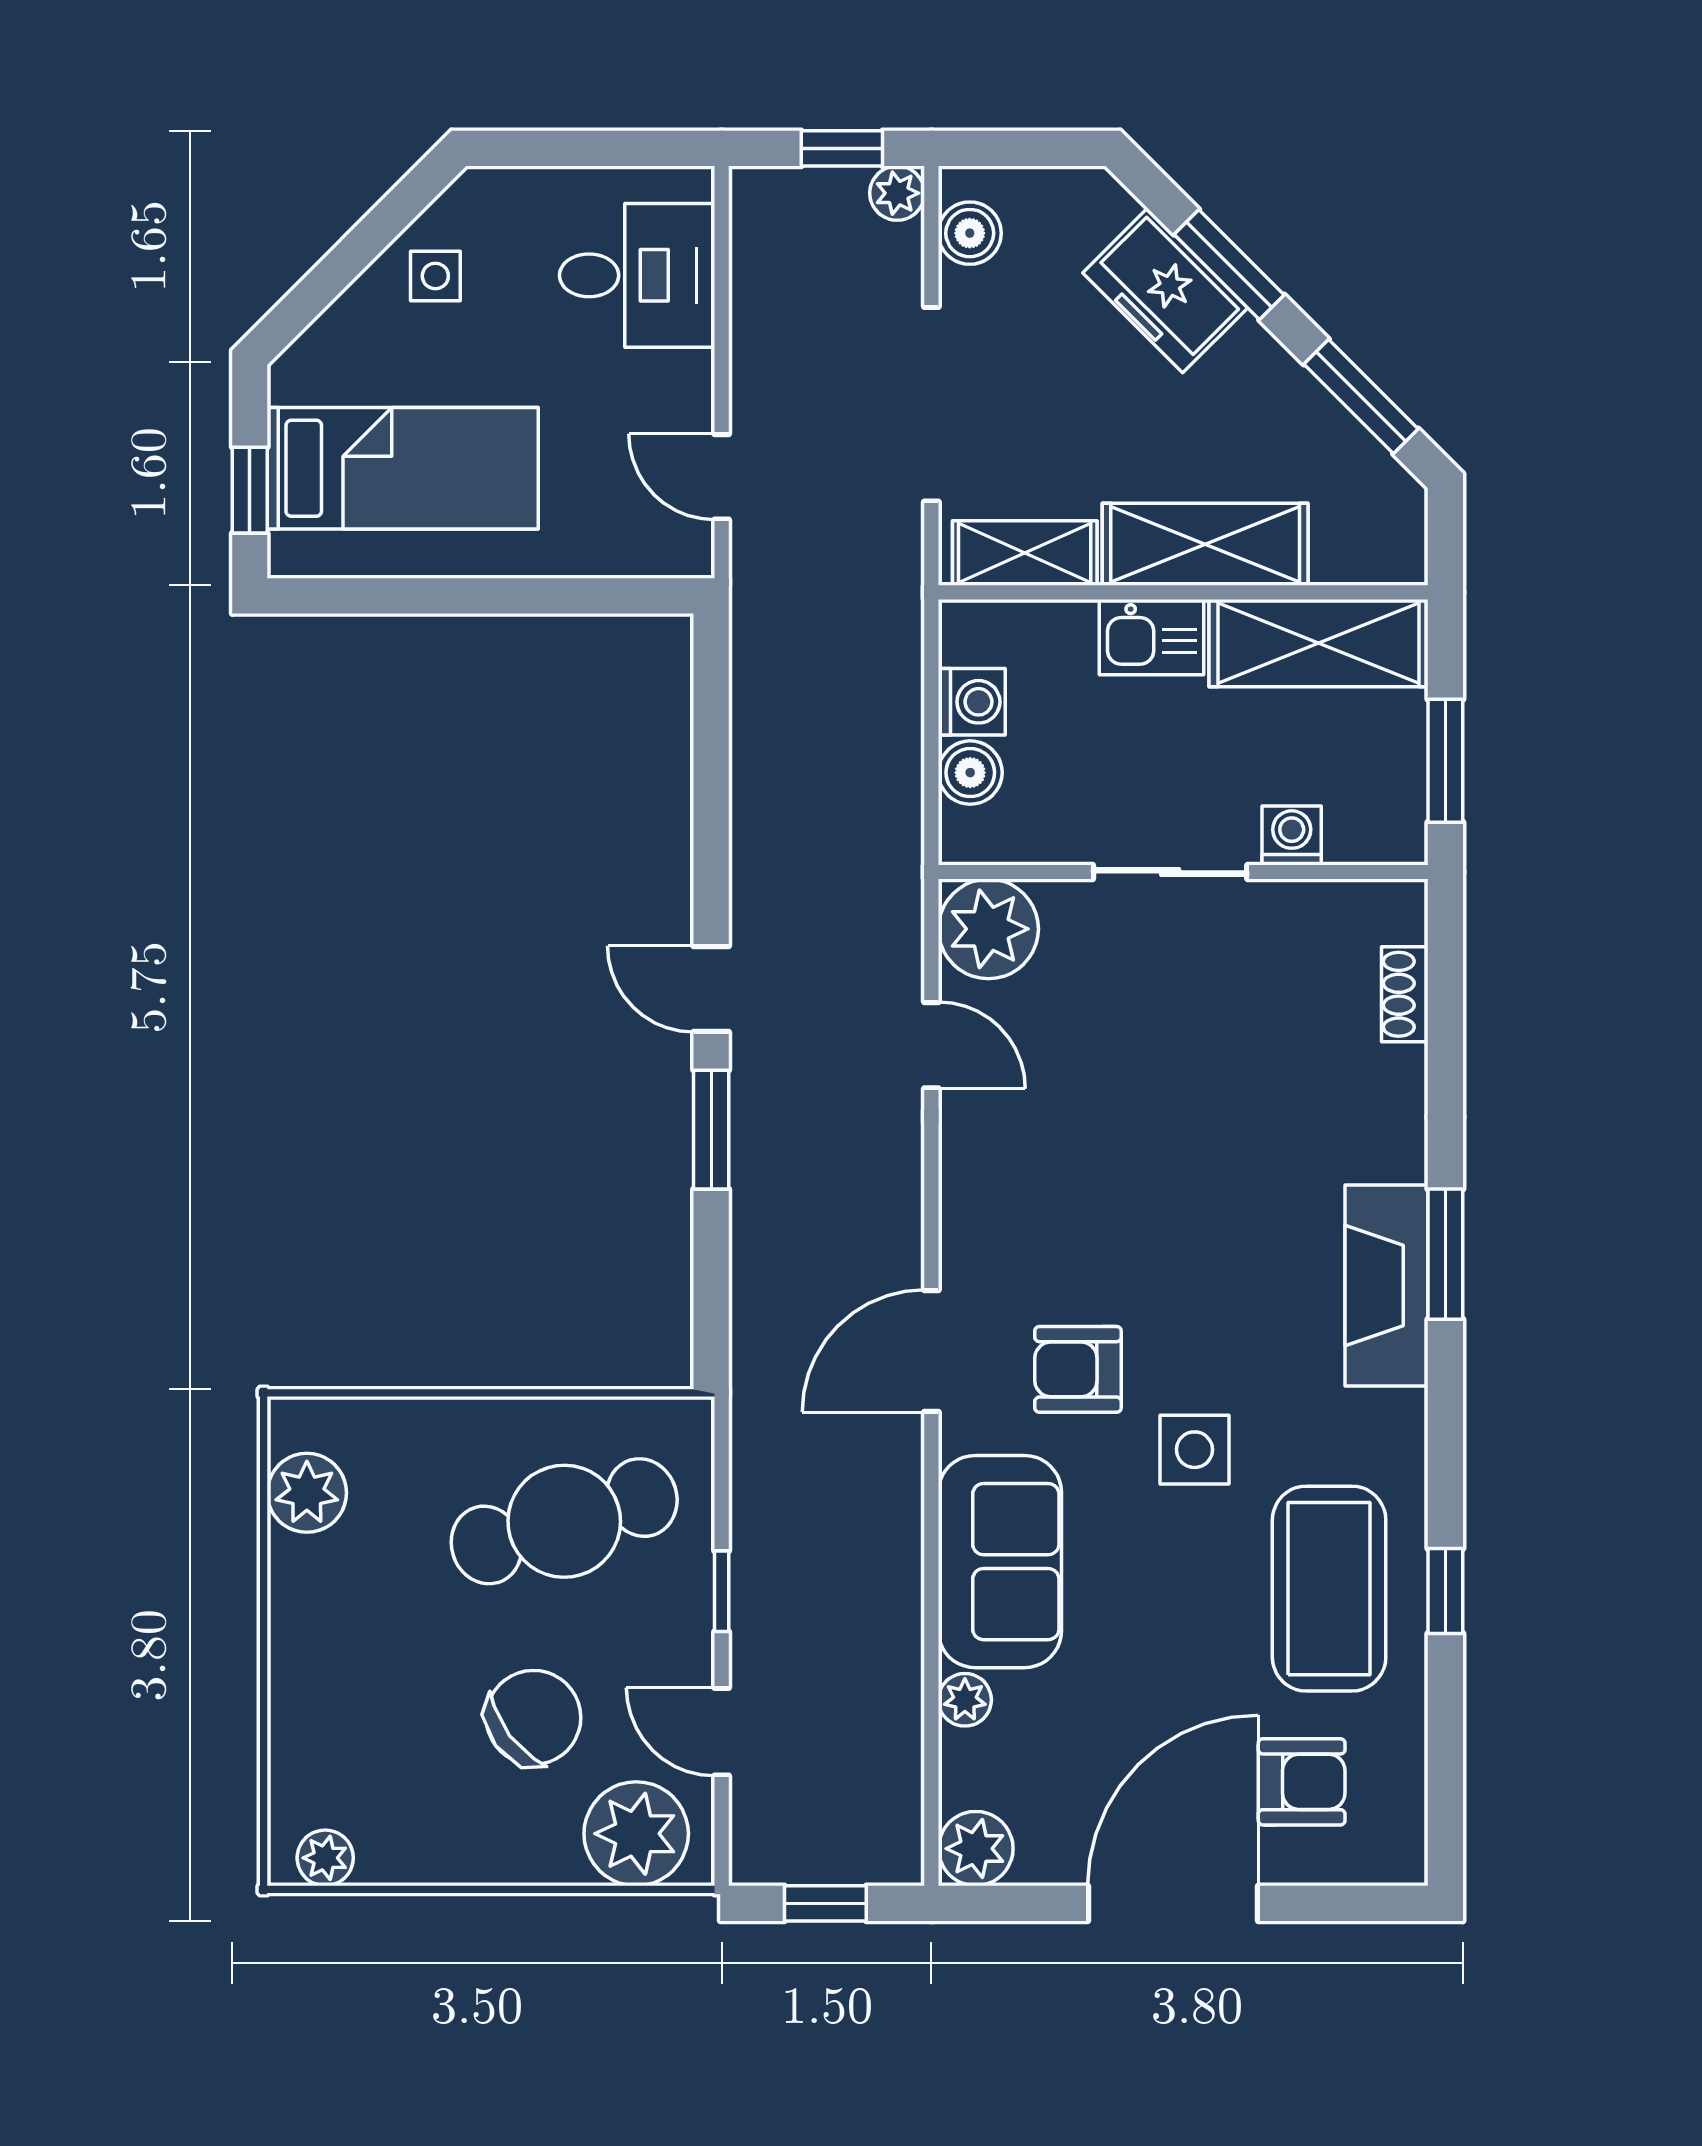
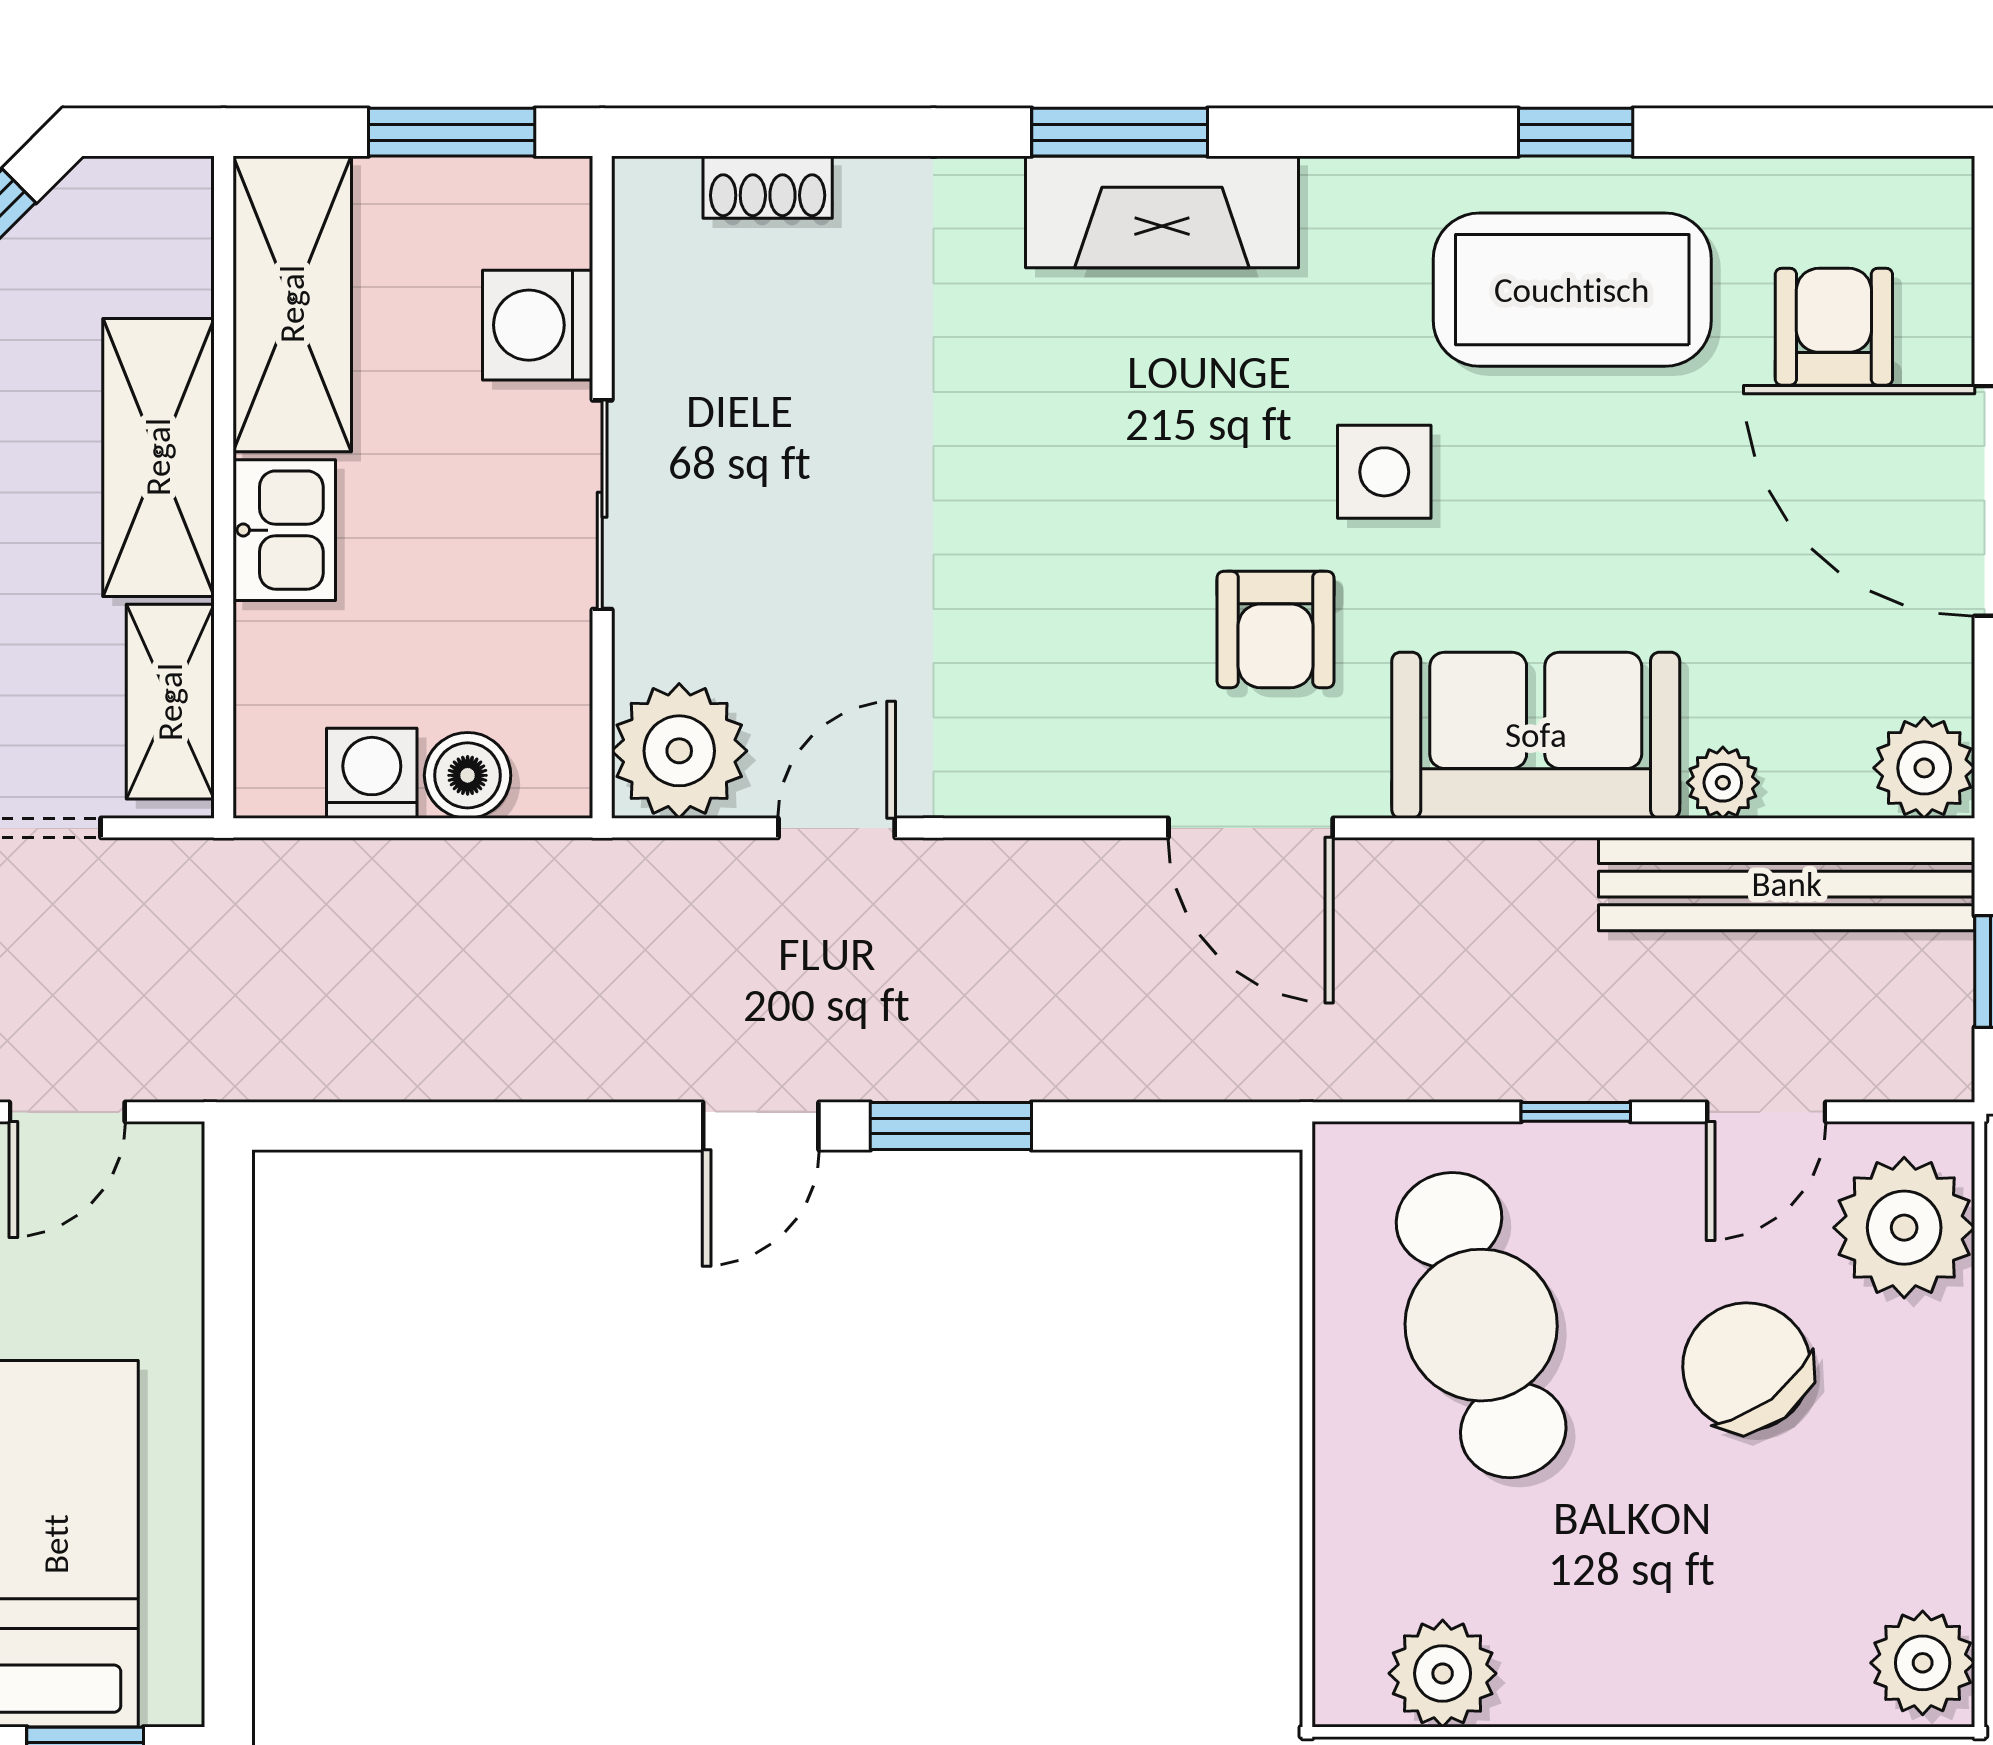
washing machine: (1292, 835) -> (538, 325), width x1.38, depth x1.38
bench: (890, 1747) -> (1787, 884), added
plant: (325, 1858) -> (1923, 1663), width x1.38, depth x1.38

